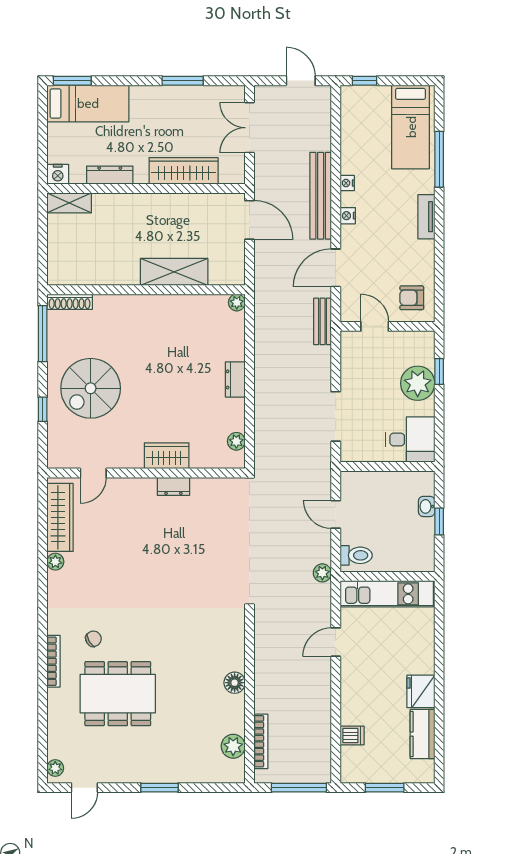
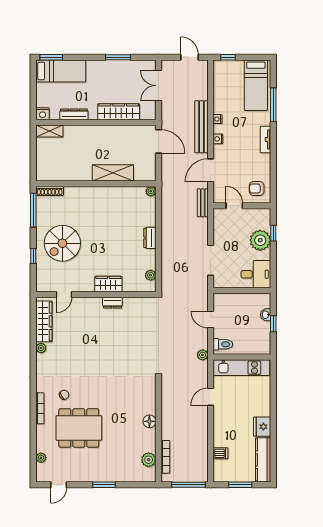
kitchen counter: (423, 734) -> (263, 460), width x1.50
plant: (55, 768) -> (41, 458), moved

